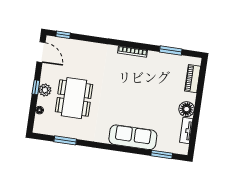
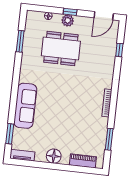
window: (63, 35) -> (119, 50), moved
tv unit: (186, 131) -> (22, 155), moved

